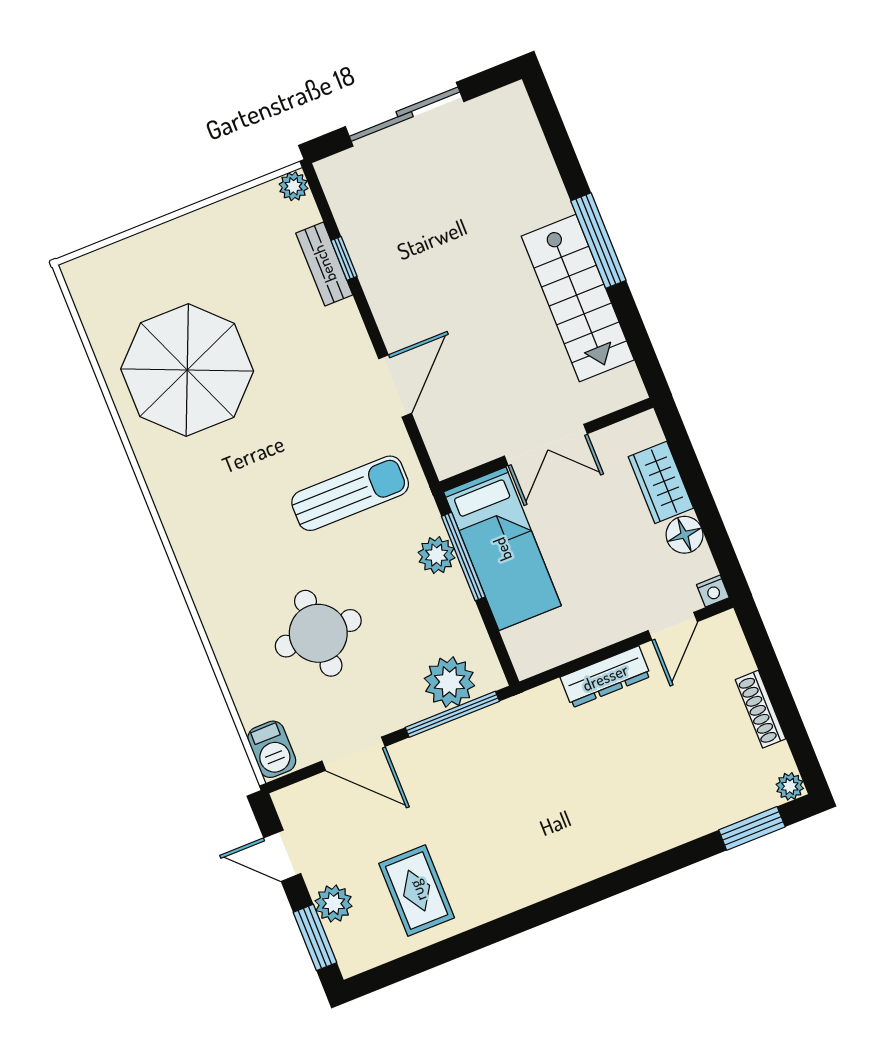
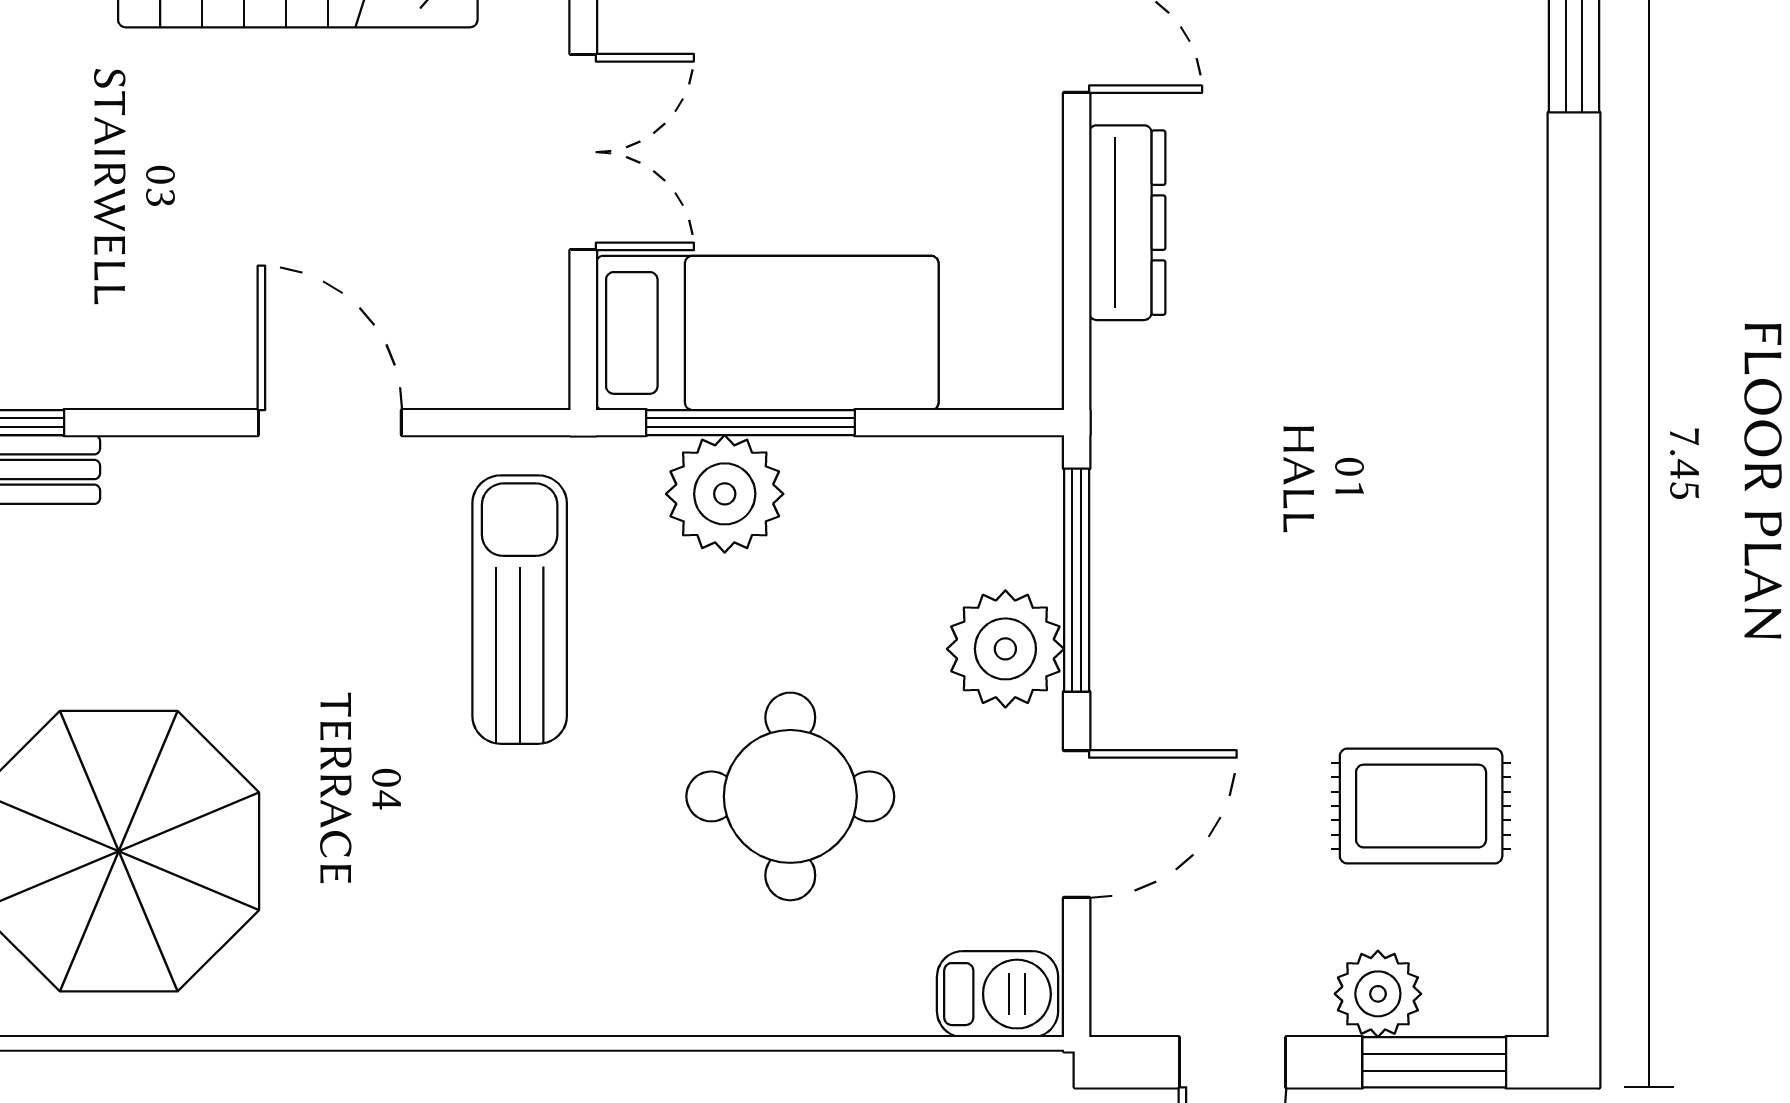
plant: (437, 555) -> (725, 494), width x1.36, depth x1.36
plant: (449, 682) -> (1005, 649), moved

